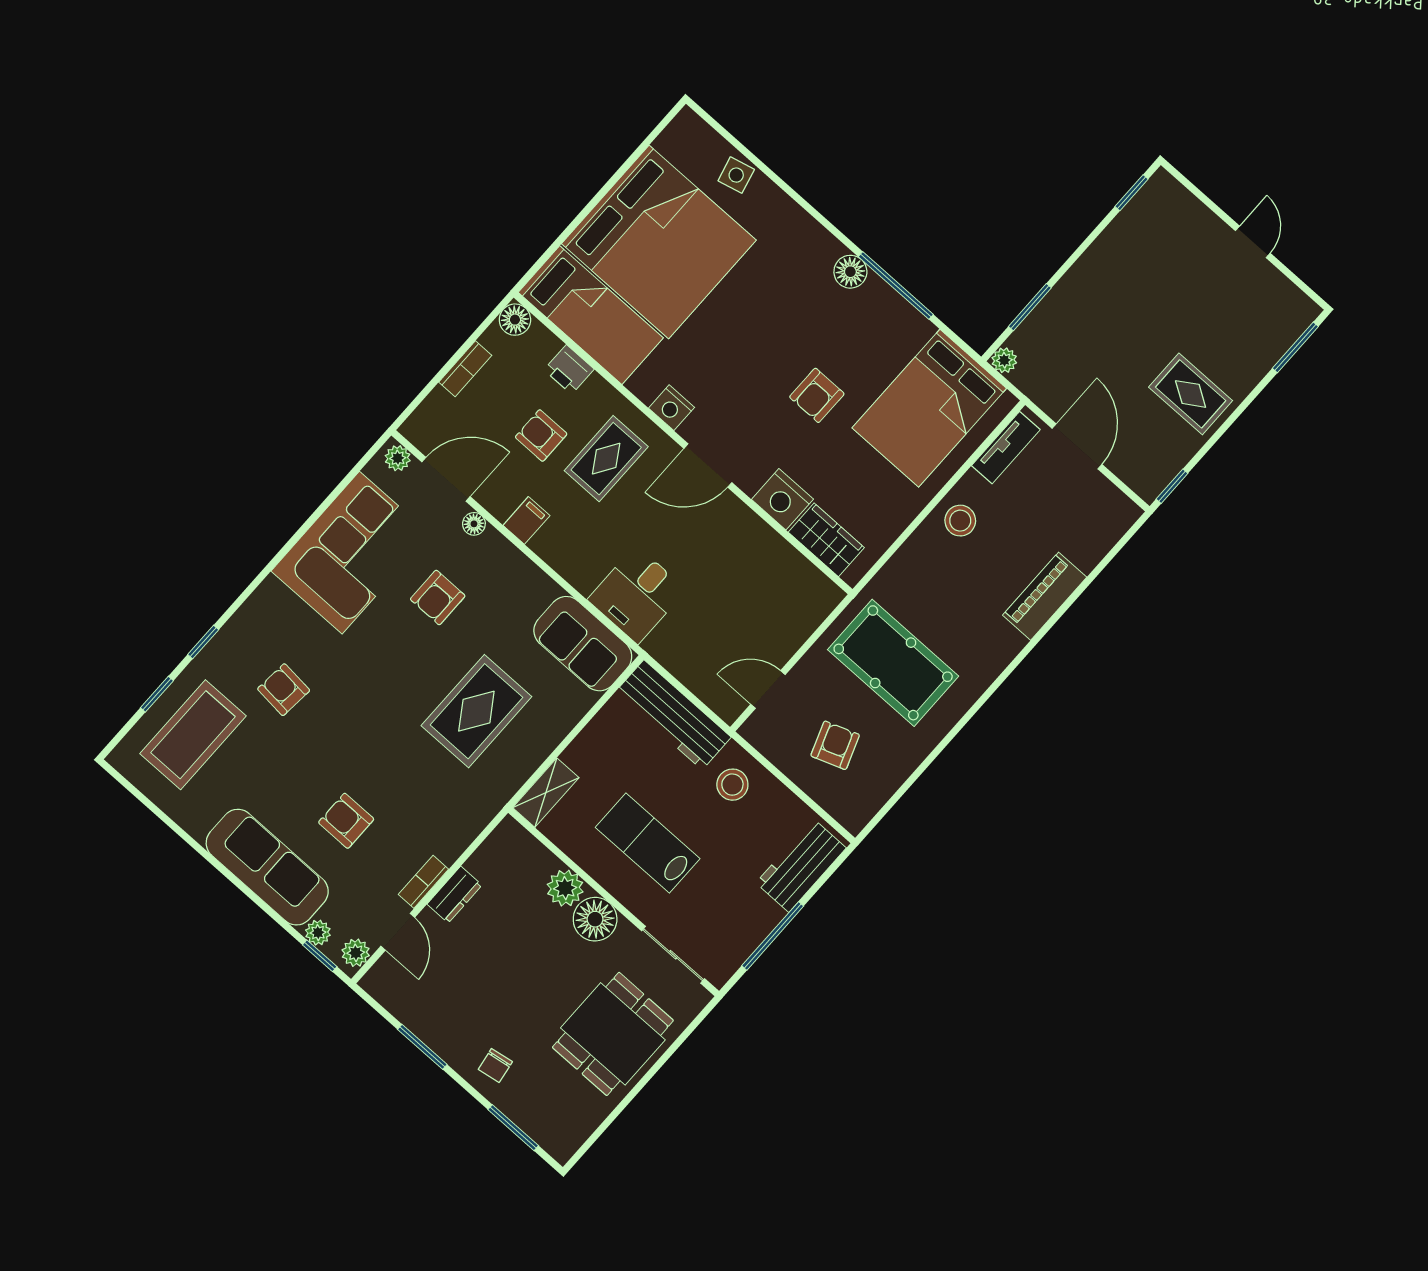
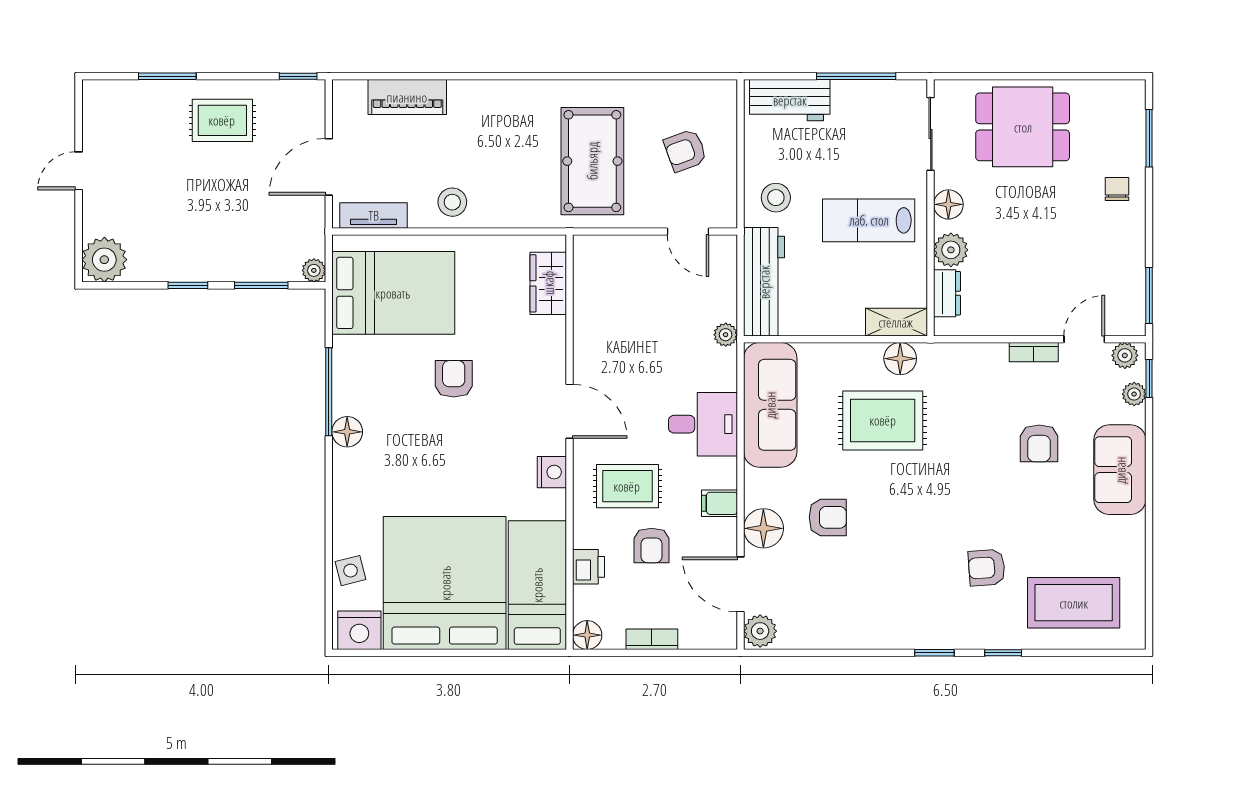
window: (1131, 193) -> (188, 285), moved
plant: (1163, 199) -> (104, 260), added
window: (1295, 347) -> (167, 76), moved
rug: (1191, 394) -> (222, 120), turned 90
armchair: (817, 395) -> (454, 379), turned -90
plant: (398, 458) -> (760, 631), width x1.38, depth x1.38
nightstand: (782, 499) -> (359, 630), moved, turned 90
floor lamp: (474, 524) -> (763, 528), width x1.89, depth x1.89
corner sofa: (351, 553) -> (850, 605), removed
desk: (637, 595) -> (703, 424), moved
piano: (1045, 596) -> (407, 97), moved
sofa: (583, 644) -> (770, 405), width x1.36
plant: (658, 646) -> (726, 335), added
armchair: (284, 690) -> (987, 568), turned 81
window: (157, 694) -> (934, 653), moved
floor lamp: (514, 770) -> (900, 359), added
lab bench: (648, 843) -> (869, 220), turned 90
sofa: (267, 867) -> (1120, 470), width x0.73
dresser: (454, 895) -> (947, 293), moved, turned 90
floor lamp: (595, 919) -> (948, 204), width x0.73, depth x0.73
window: (422, 1047) -> (1149, 296), moved
chair: (495, 1066) -> (1117, 189), turned -81

